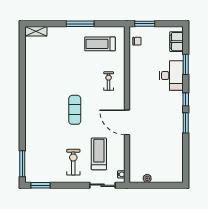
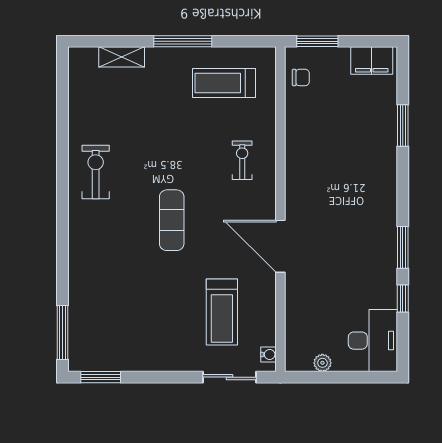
shelving: (36, 31) -> (122, 57), moved
filing cabinet: (177, 42) -> (372, 61), moved, turned -90
desk: (171, 76) -> (373, 341), moved
window: (186, 99) -> (403, 298), moved
treadmill: (99, 154) -> (222, 312), turned 180
exercise bike: (73, 162) -> (96, 172), moved

